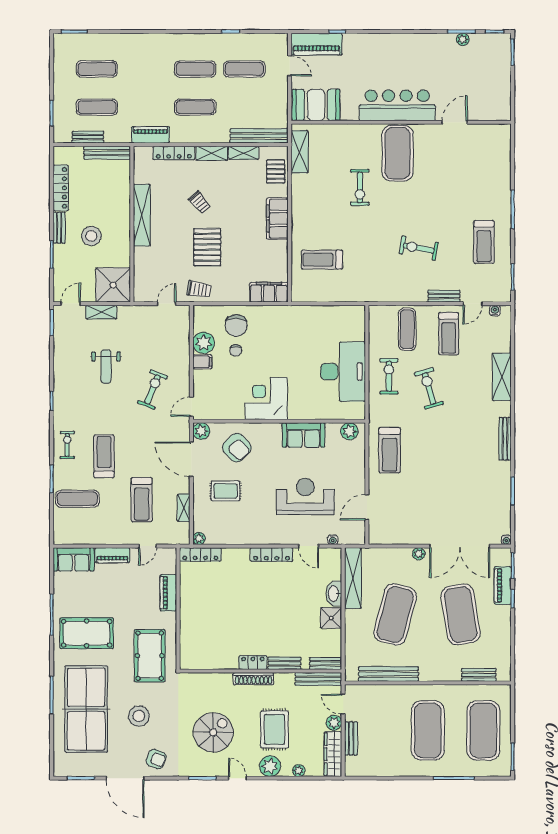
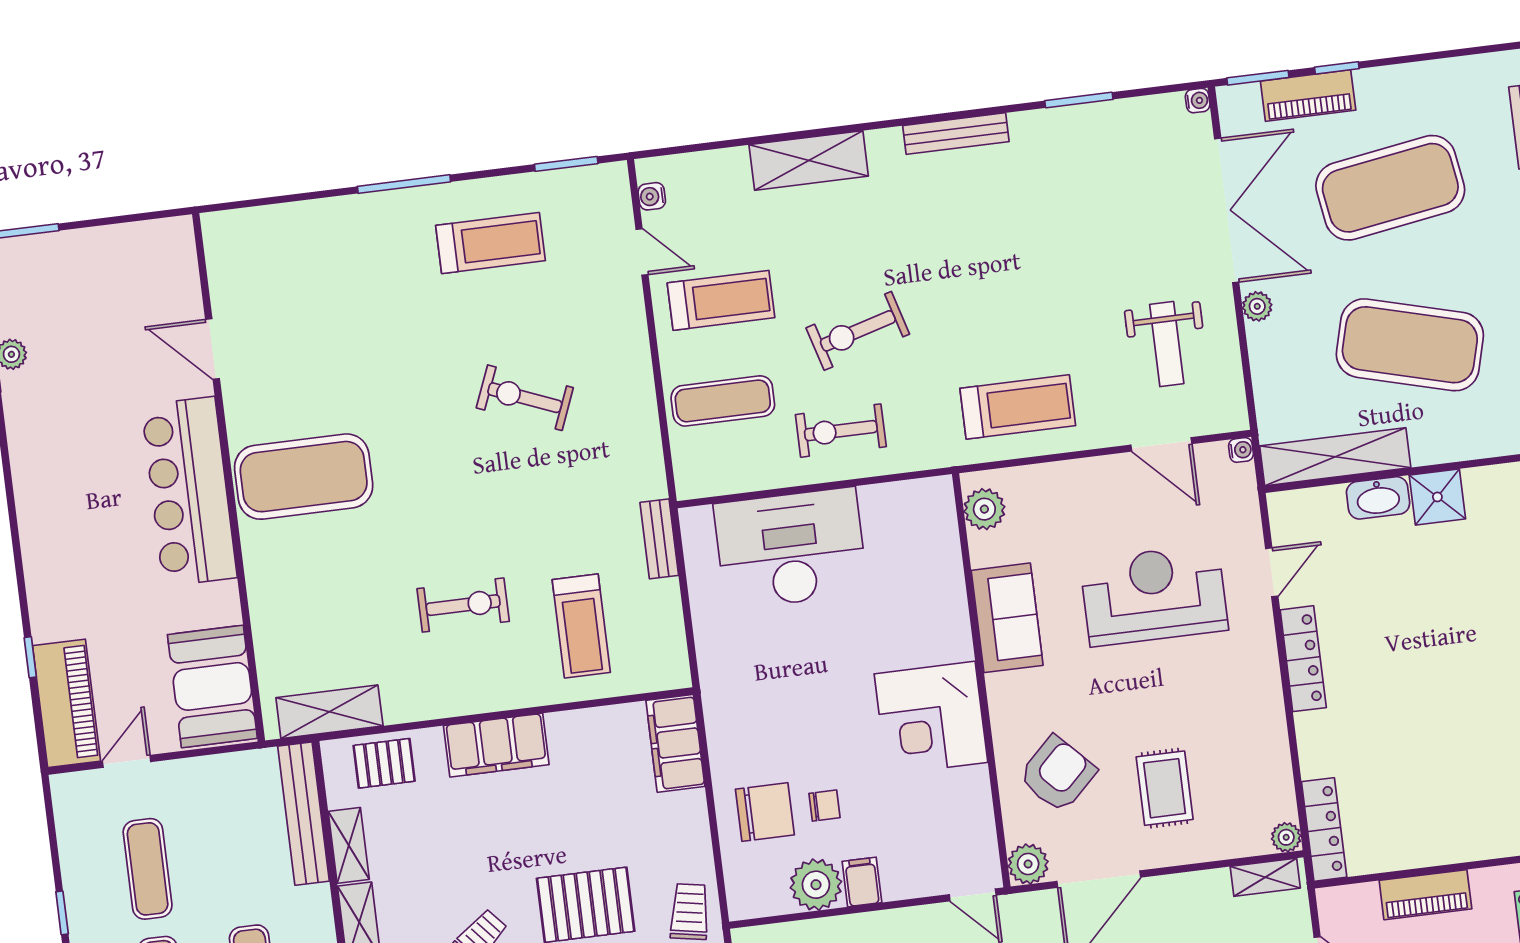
exercise bike: (360, 187) -> (463, 605), moved
exercise bike: (419, 248) -> (525, 398), turned 101
bench: (444, 296) -> (659, 539), moved
desk: (343, 372) -> (791, 548), moved
reception desk: (305, 497) -> (1154, 595), turned 90
shelving: (184, 508) -> (1265, 877), moved
weight bench: (408, 515) -> (1167, 344), added
water cooler: (333, 540) -> (1241, 450), moved

